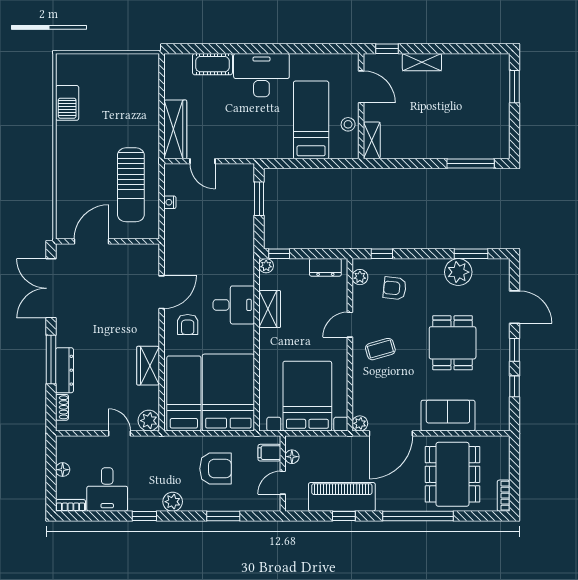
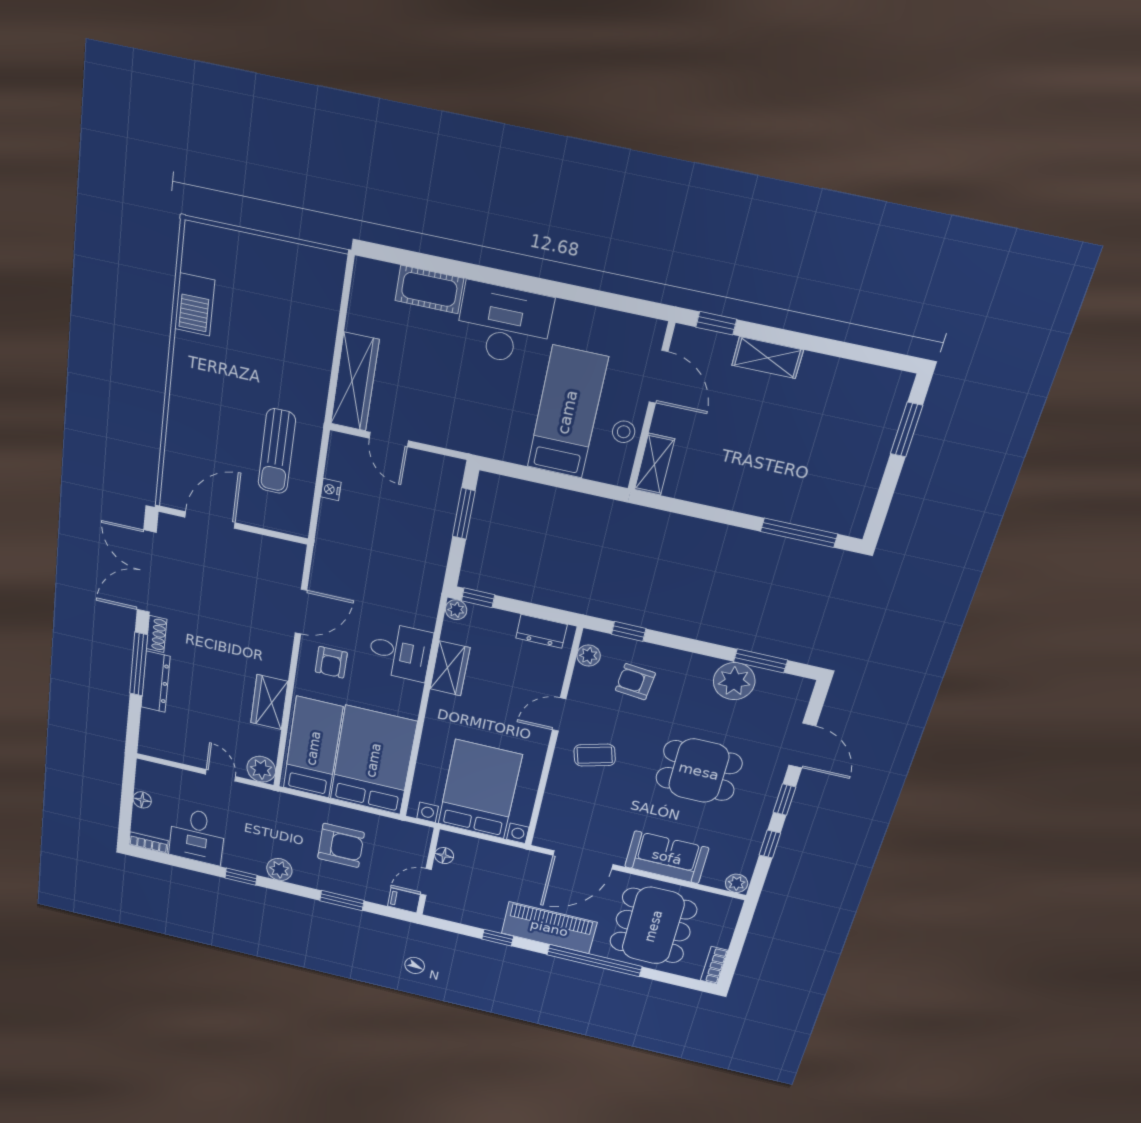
sun lounger: (131, 185) -> (277, 451), width x0.73, depth x0.75
dining table: (453, 343) -> (699, 771), turned 90
shoe rack: (62, 407) -> (157, 634), moved
plant: (360, 423) -> (737, 883), moved
filing cabinet: (269, 453) -> (404, 900), moved
piano: (342, 497) -> (549, 928), moved

